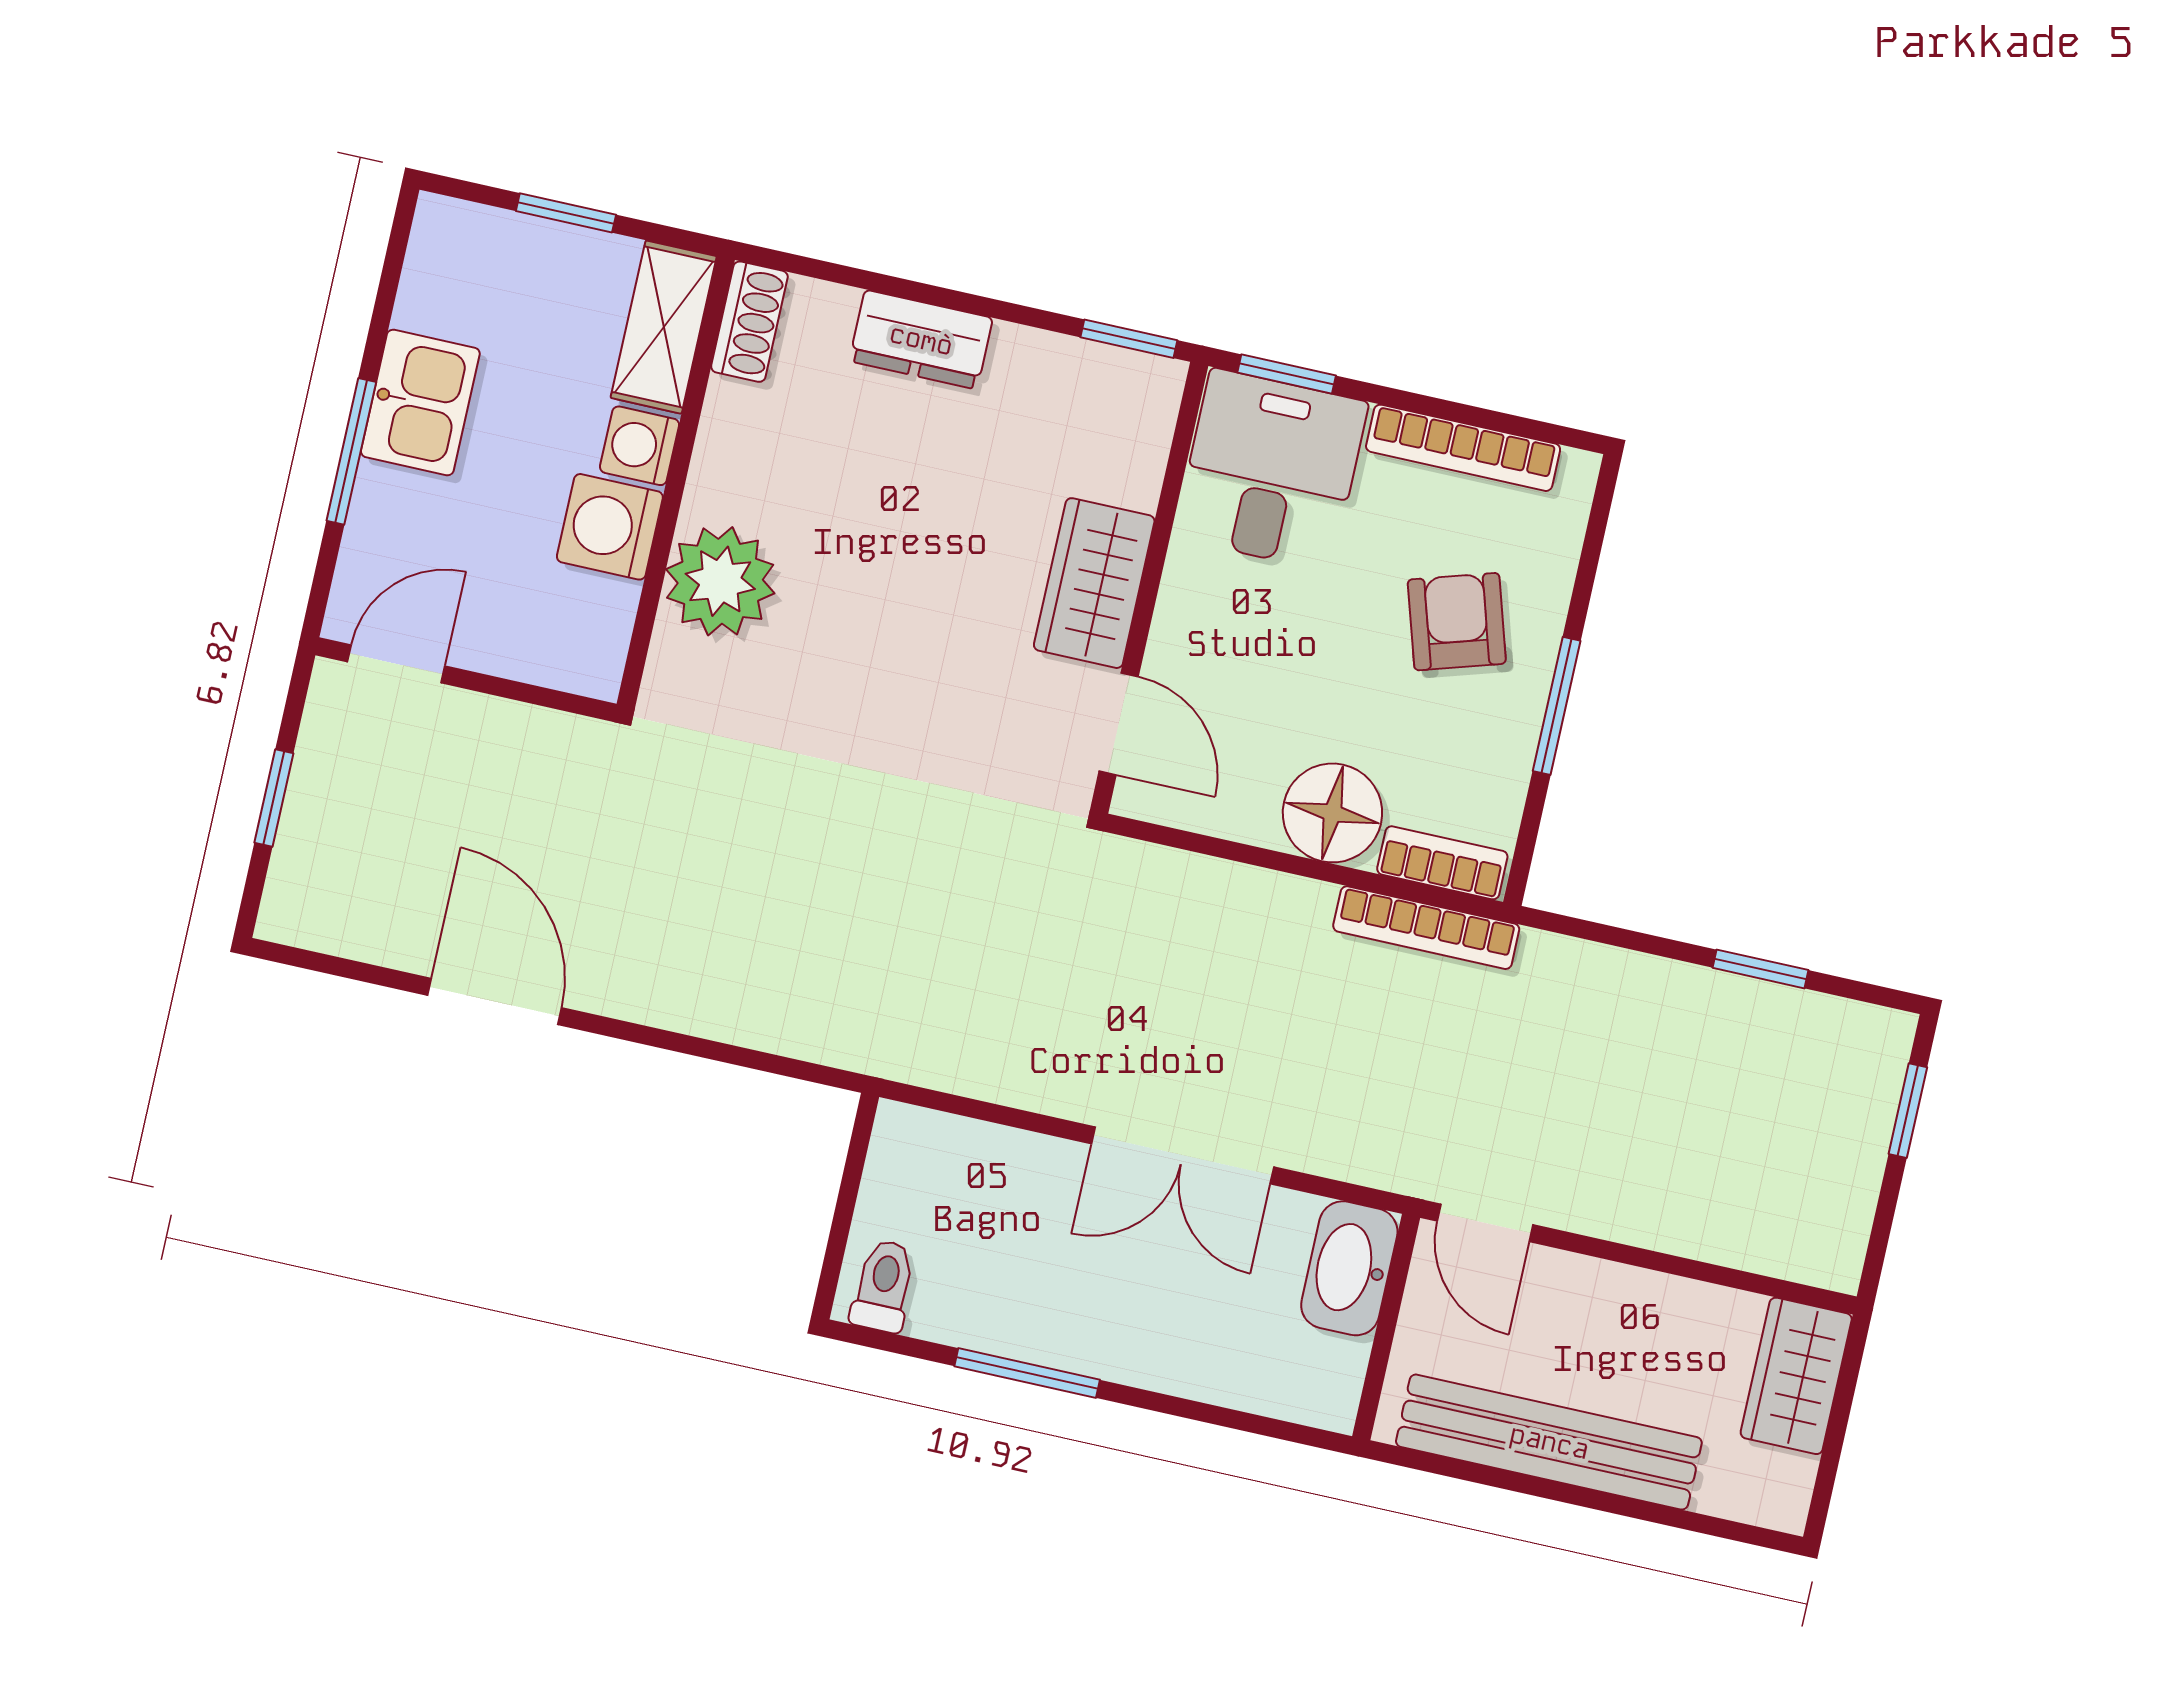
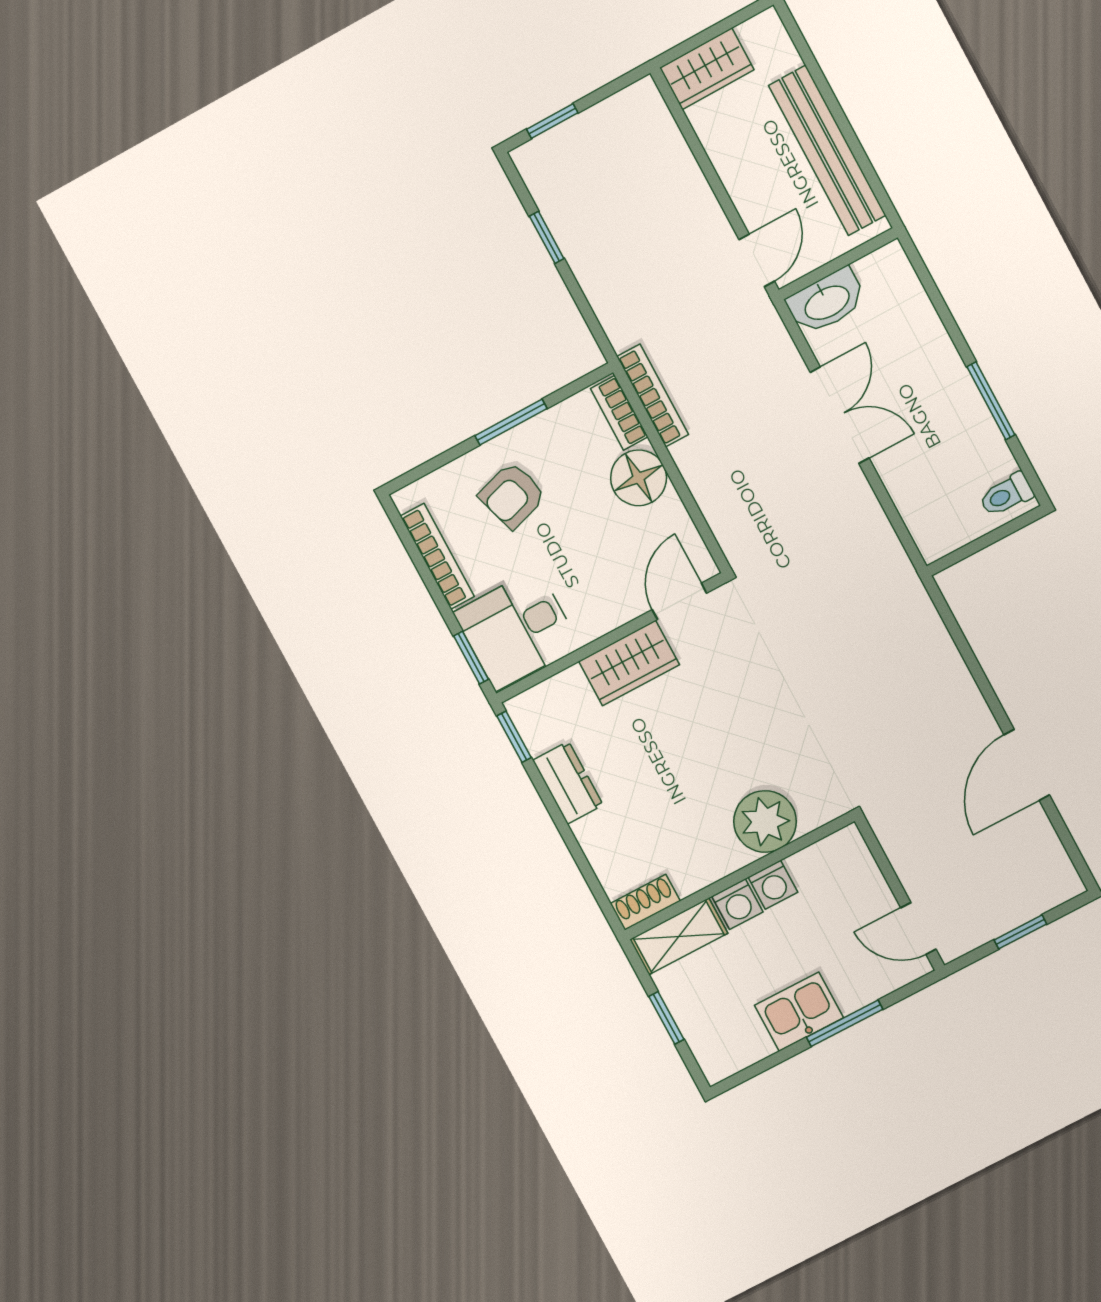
dresser: (921, 340) -> (568, 783), moved
washing machine: (610, 527) -> (773, 885), width x0.73, depth x0.73

